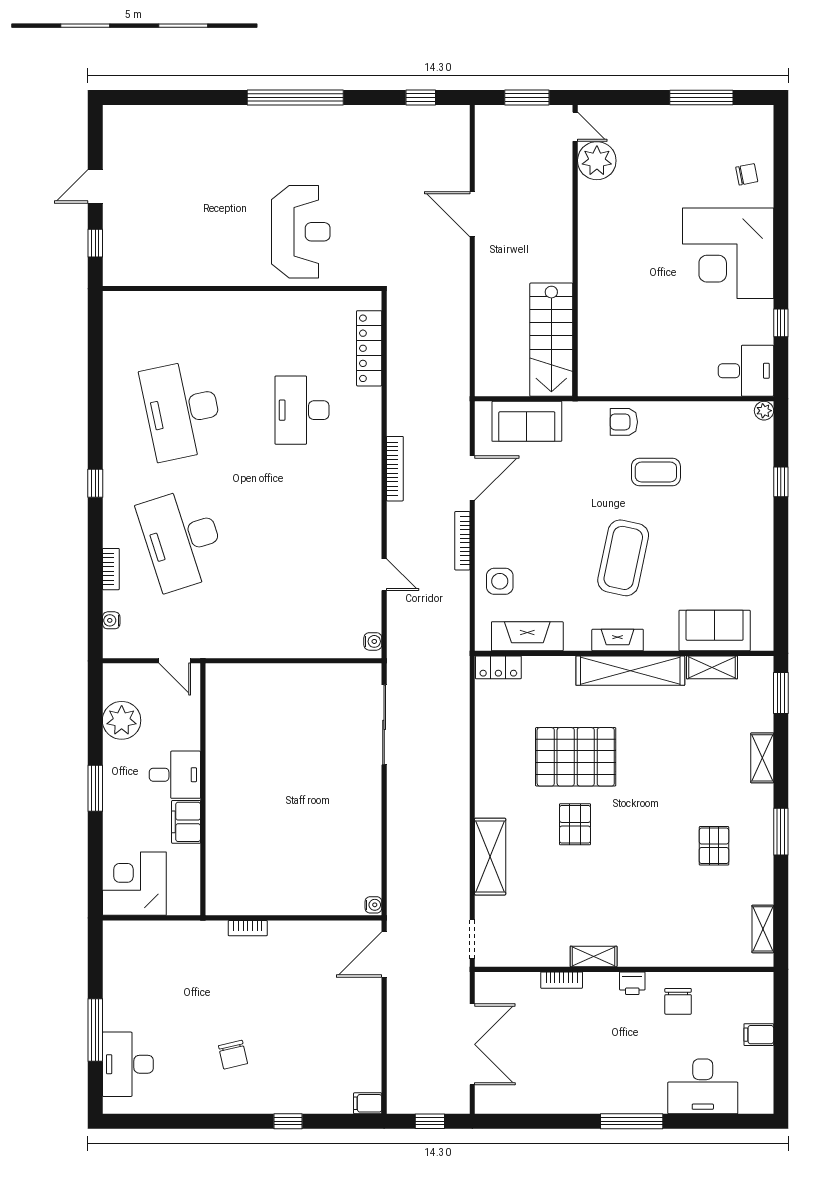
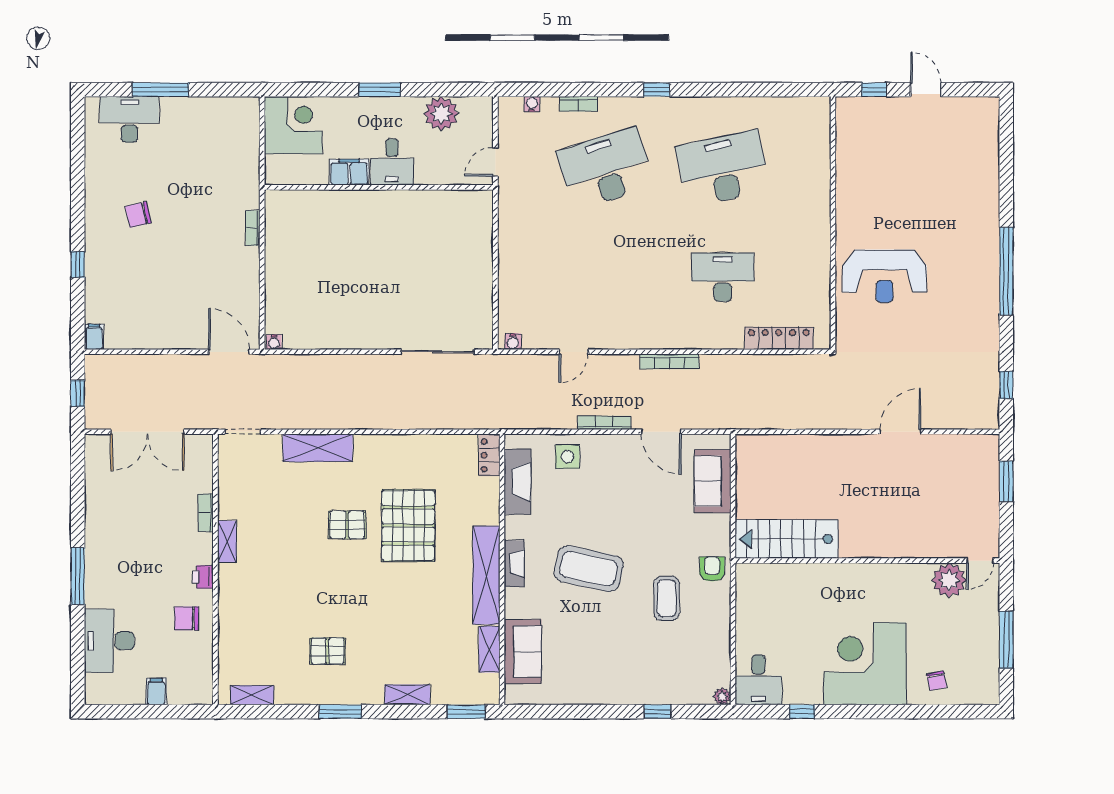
door: (575, 127) -> (980, 561), moved
plant: (597, 161) -> (949, 580), moved
wall: (575, 251) -> (867, 561), moved
stairs: (551, 340) -> (787, 539), moved

